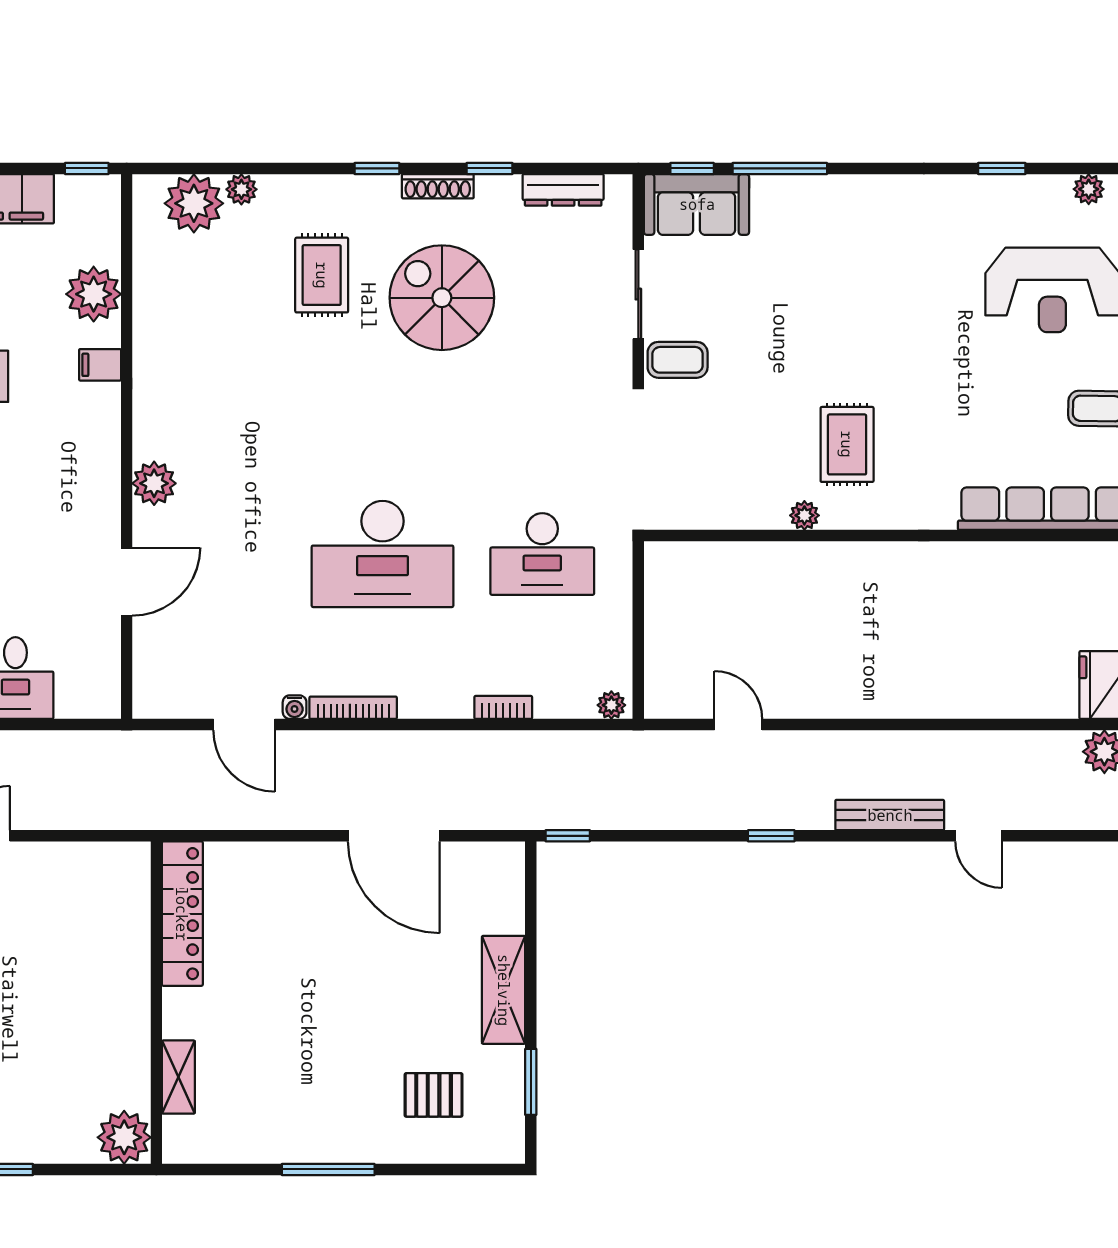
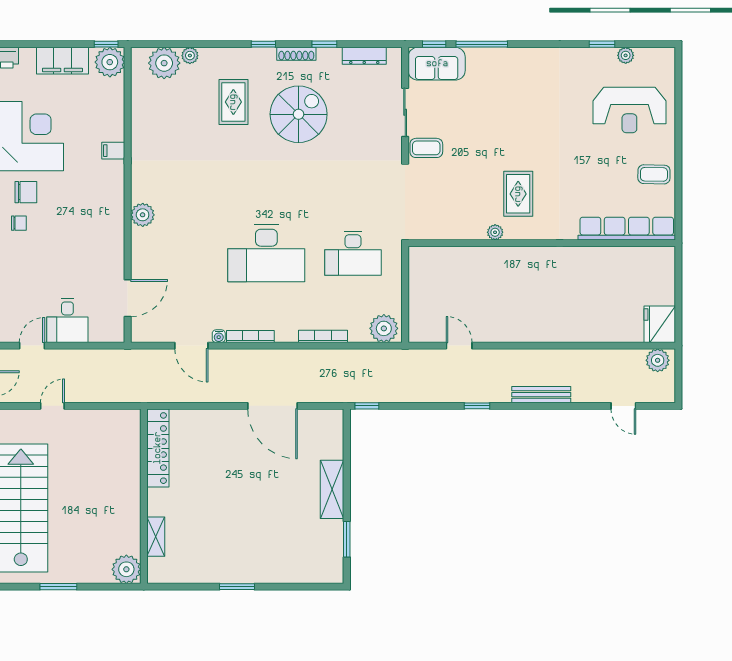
plant: (1089, 189) -> (626, 55), moved
plant: (94, 294) -> (110, 62), moved
spiral stairs: (442, 298) -> (299, 114), turned 90
door: (127, 582) -> (128, 298), moved
plant: (611, 705) -> (384, 328), width x1.87, depth x1.87
bookcase: (503, 707) -> (323, 336), width x1.56
door: (979, 836) -> (623, 406), moved
pallet: (434, 1095) -> (294, 546), removed
window: (328, 1169) -> (237, 587), width x0.69

